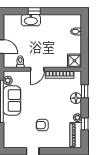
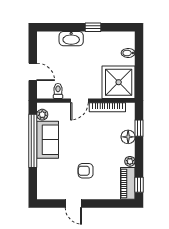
window: (34, 11) -> (93, 27), moved
shower: (75, 61) -> (119, 82), width x1.86, depth x1.86
window: (85, 124) -> (139, 185), moved

